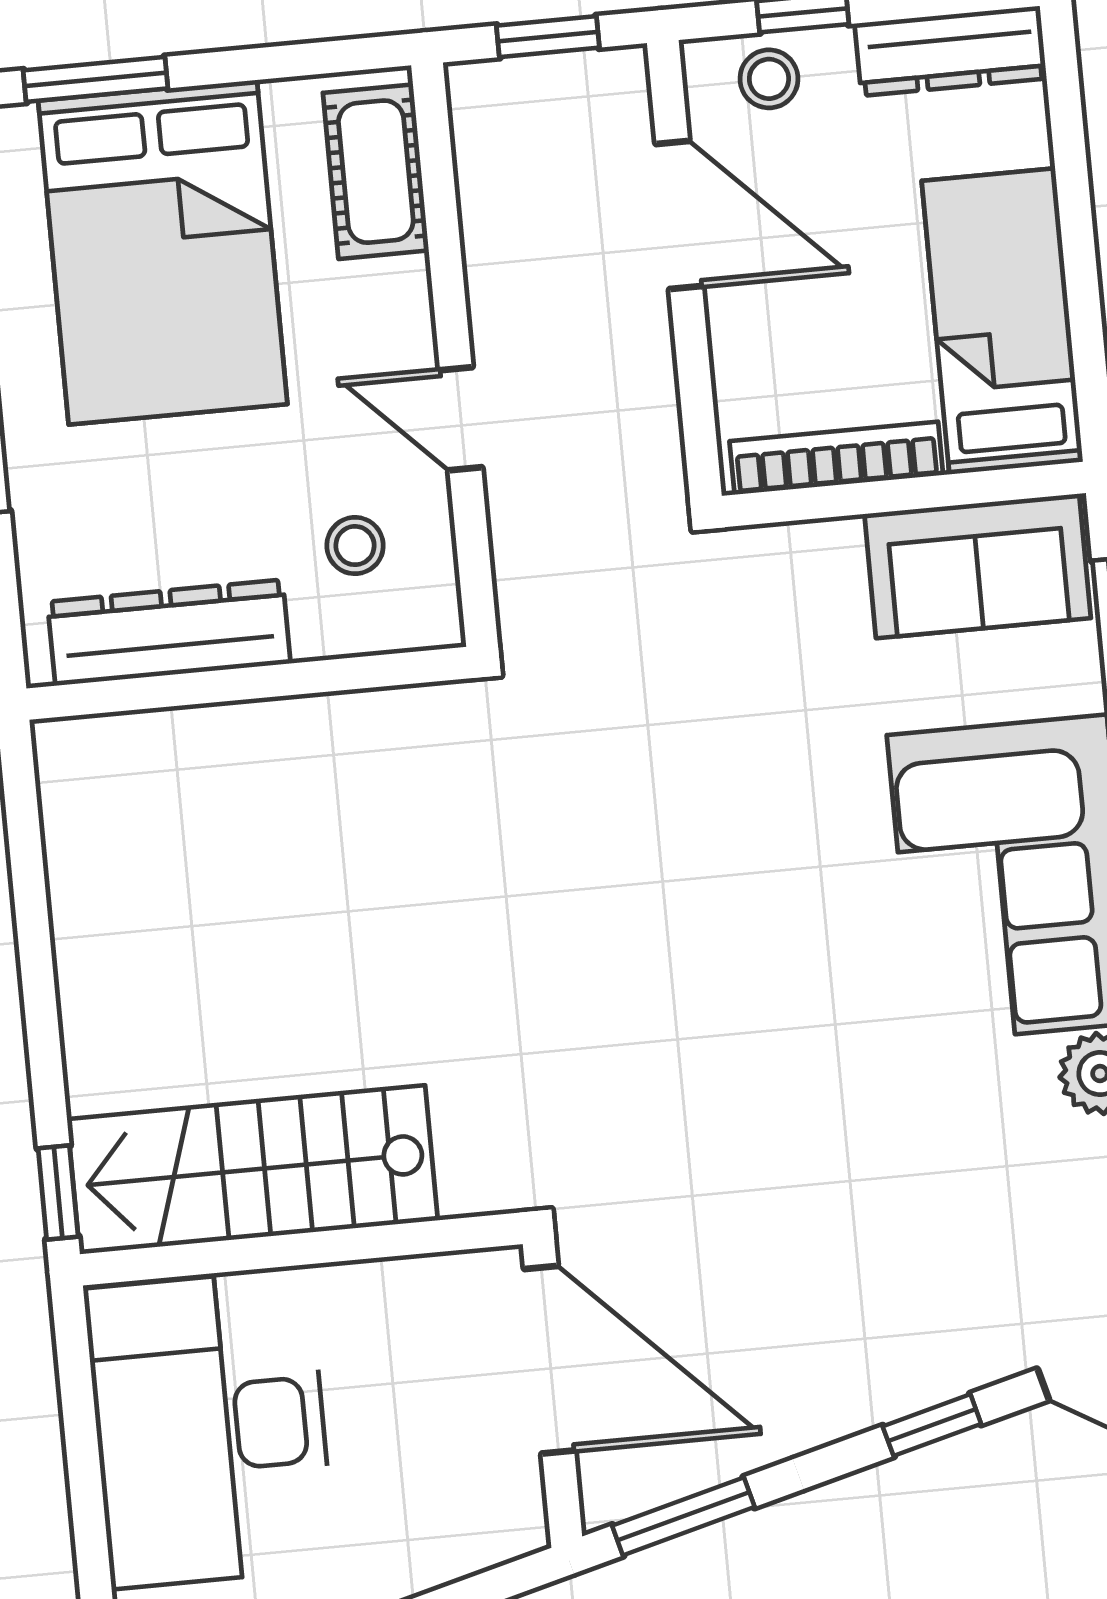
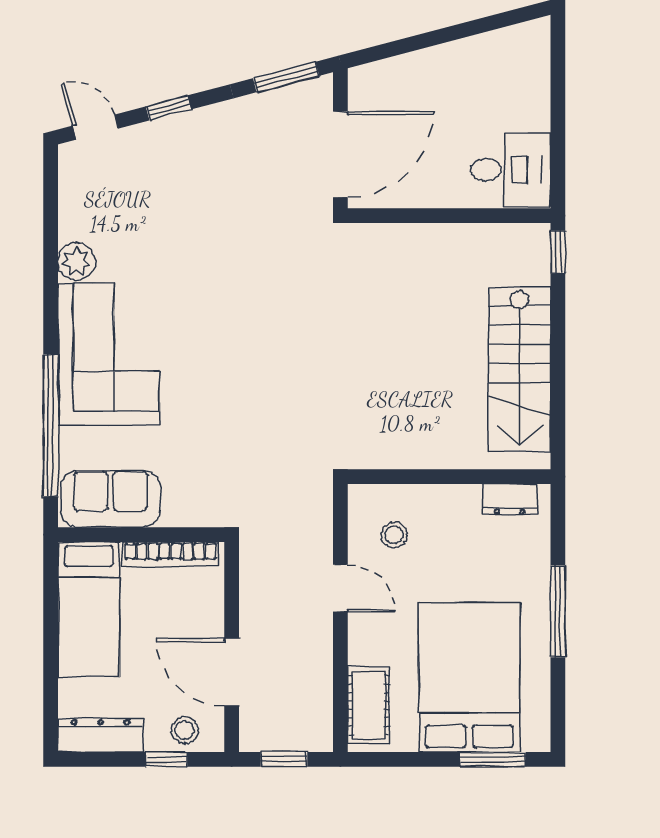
dresser: (169, 633) -> (510, 499), width x0.51, depth x0.80
stairs: (252, 1170) -> (519, 369), moved, turned 90
door: (550, 1360) -> (340, 154), swing flipped
desk: (210, 1428) -> (511, 170), width x0.53, depth x0.77

